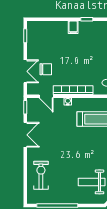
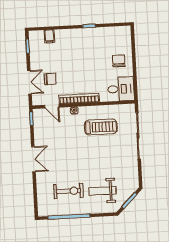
filing cabinet: (73, 27) -> (49, 36), moved
double door: (25, 135) -> (33, 159), moved
exercise bike: (41, 175) -> (69, 191), moved, turned 90

